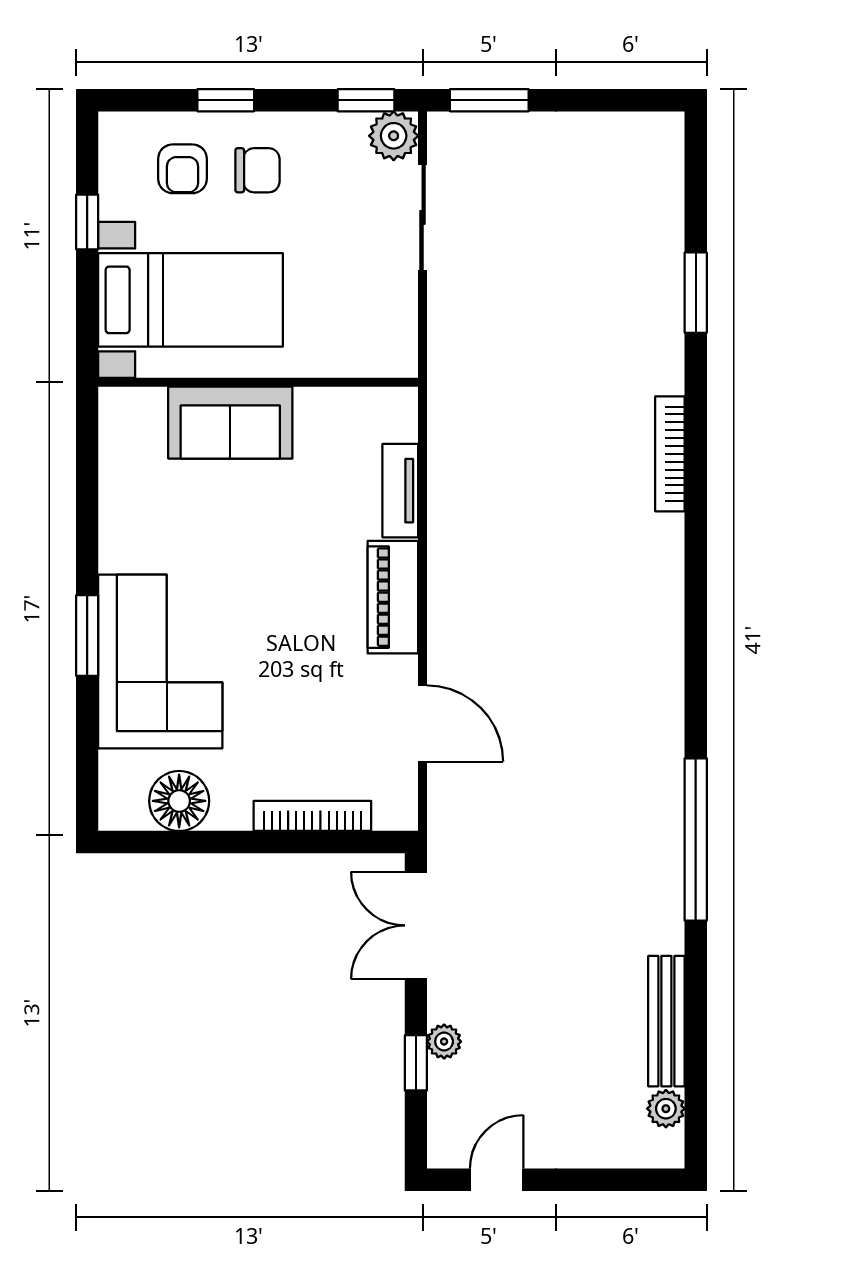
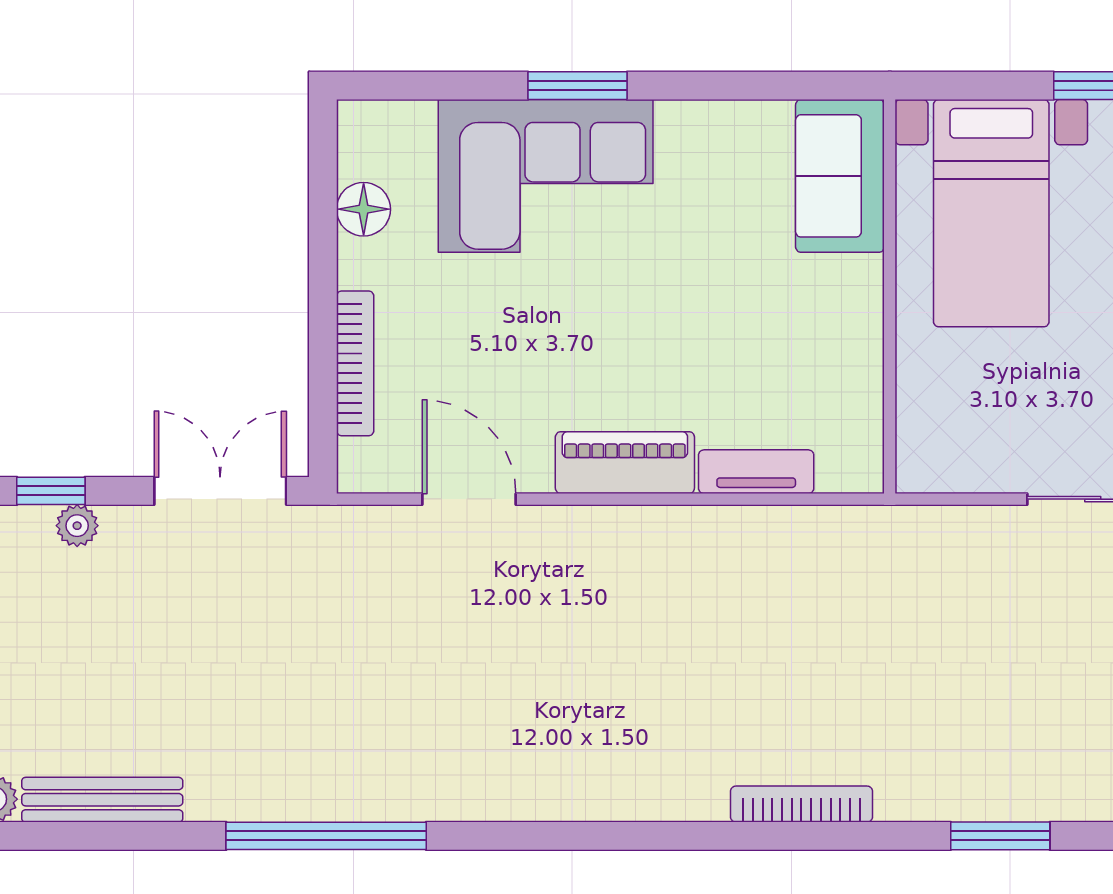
sofa: (230, 423) -> (840, 176), moved
door: (423, 724) -> (469, 499), swing flipped
floor lamp: (179, 801) -> (364, 209), width x0.73, depth x0.73

